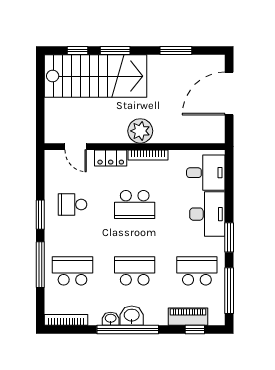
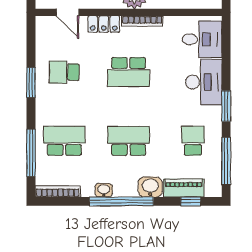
window: (40, 265) -> (31, 153), moved
school desk: (197, 271) -> (193, 141), width x0.54
washbasin: (132, 316) -> (150, 187), moved

